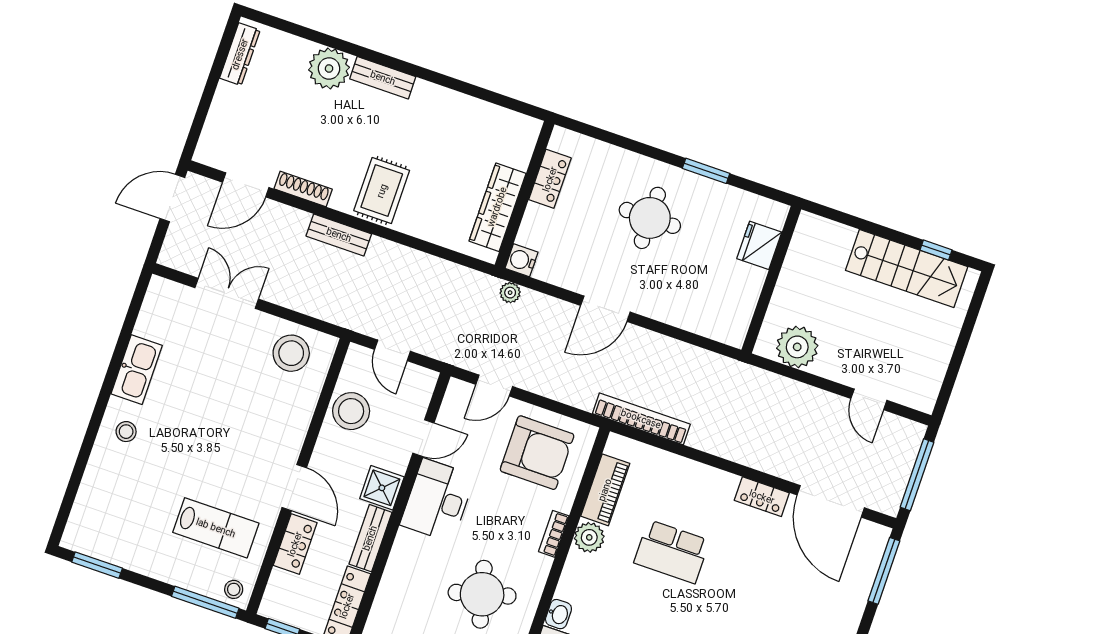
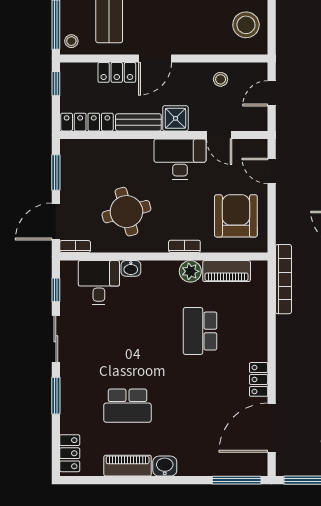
stool: (351, 411) -> (221, 79), width x0.53, depth x0.53
armchair: (537, 453) -> (236, 216), turned 180

